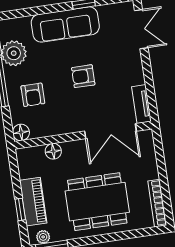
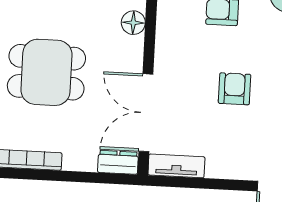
dresser: (147, 143) -> (118, 162), added
dining table: (97, 202) -> (46, 72), width x0.73

